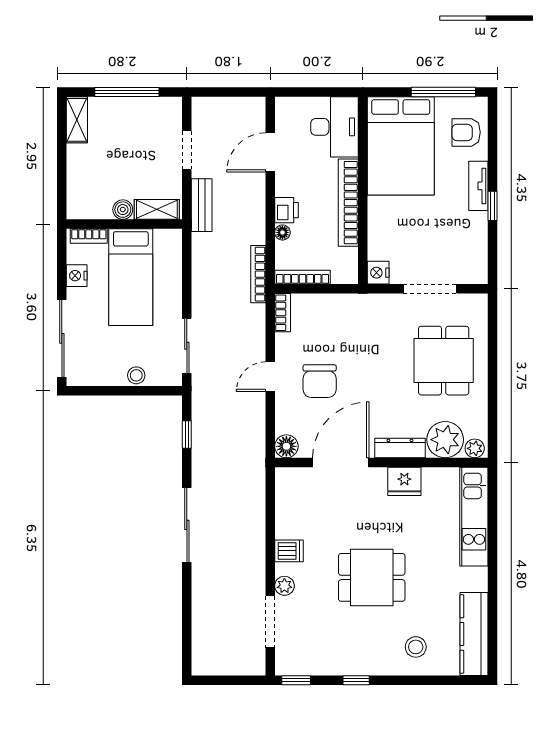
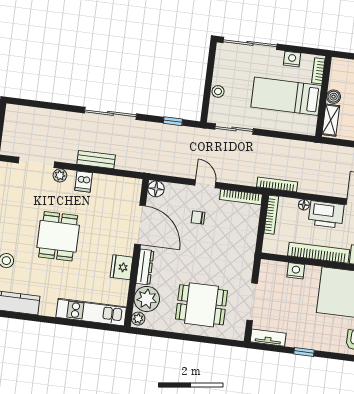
tv unit: (478, 186) -> (268, 338), moved
bench: (202, 205) -> (96, 160), moved
printer: (287, 210) -> (326, 214), width x1.87, depth x1.48
nightstand: (378, 273) -> (296, 271), moved
bookcase: (283, 313) -> (241, 197), width x1.56
chair: (320, 381) -> (198, 217), width x0.54, depth x0.54

